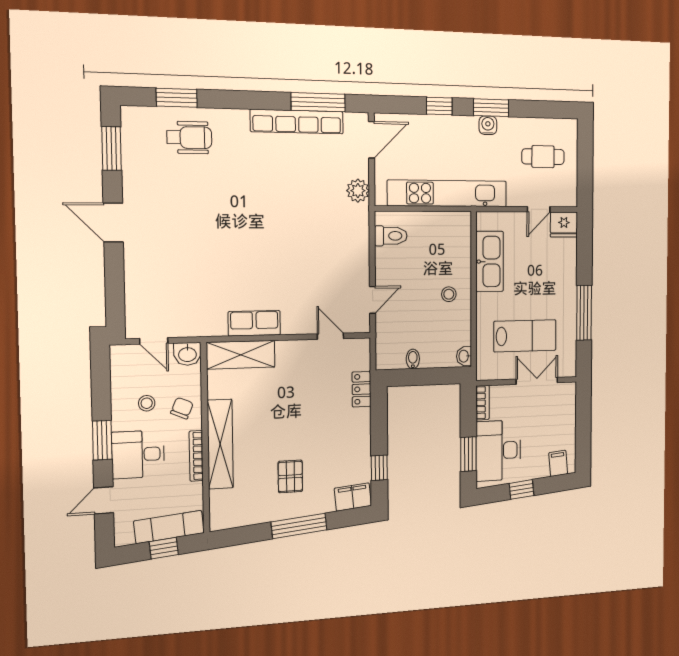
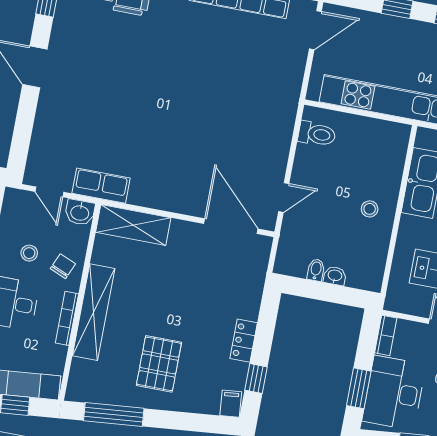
plant: (358, 191) -> (290, 80), removed
row of seats: (254, 323) -> (101, 186), moved
door: (330, 336) -> (231, 226), width x1.87
washbasin: (464, 356) -> (335, 276), moved, turned 90
locker: (361, 389) -> (244, 341), moved
pallet: (290, 476) -> (159, 364), width x1.50, depth x1.42
filing cabinet: (353, 497) -> (231, 404), width x0.50
window: (299, 526) -> (114, 415), moved

